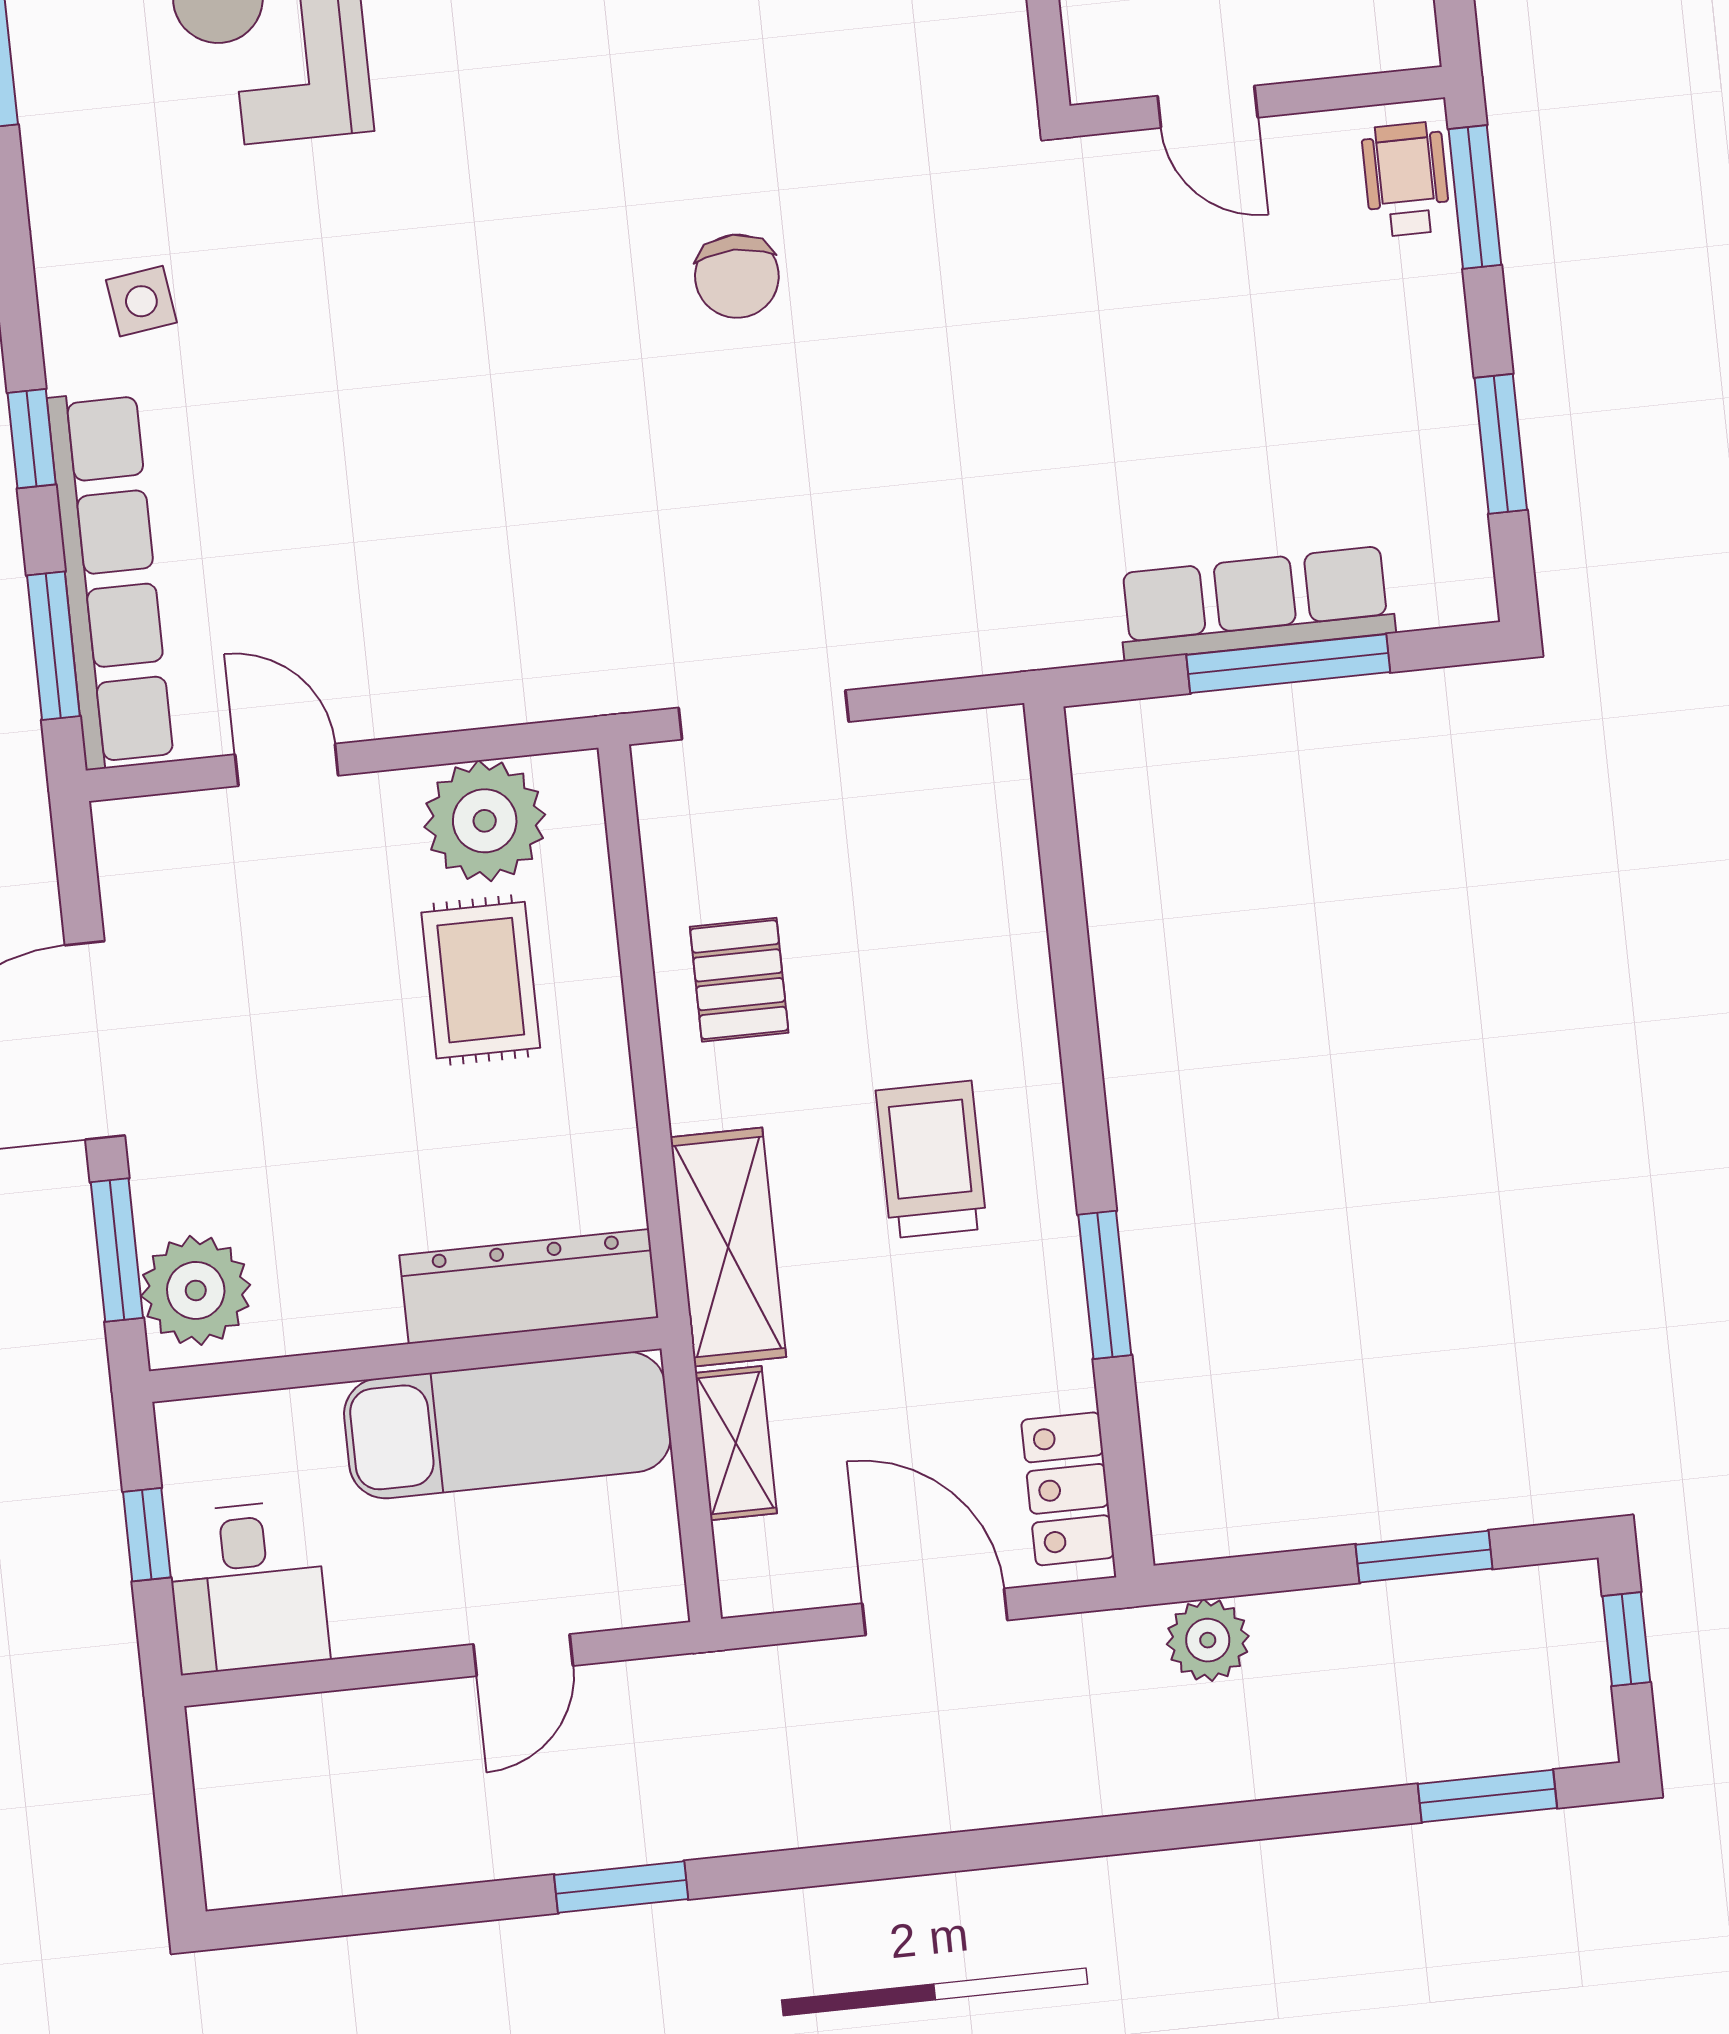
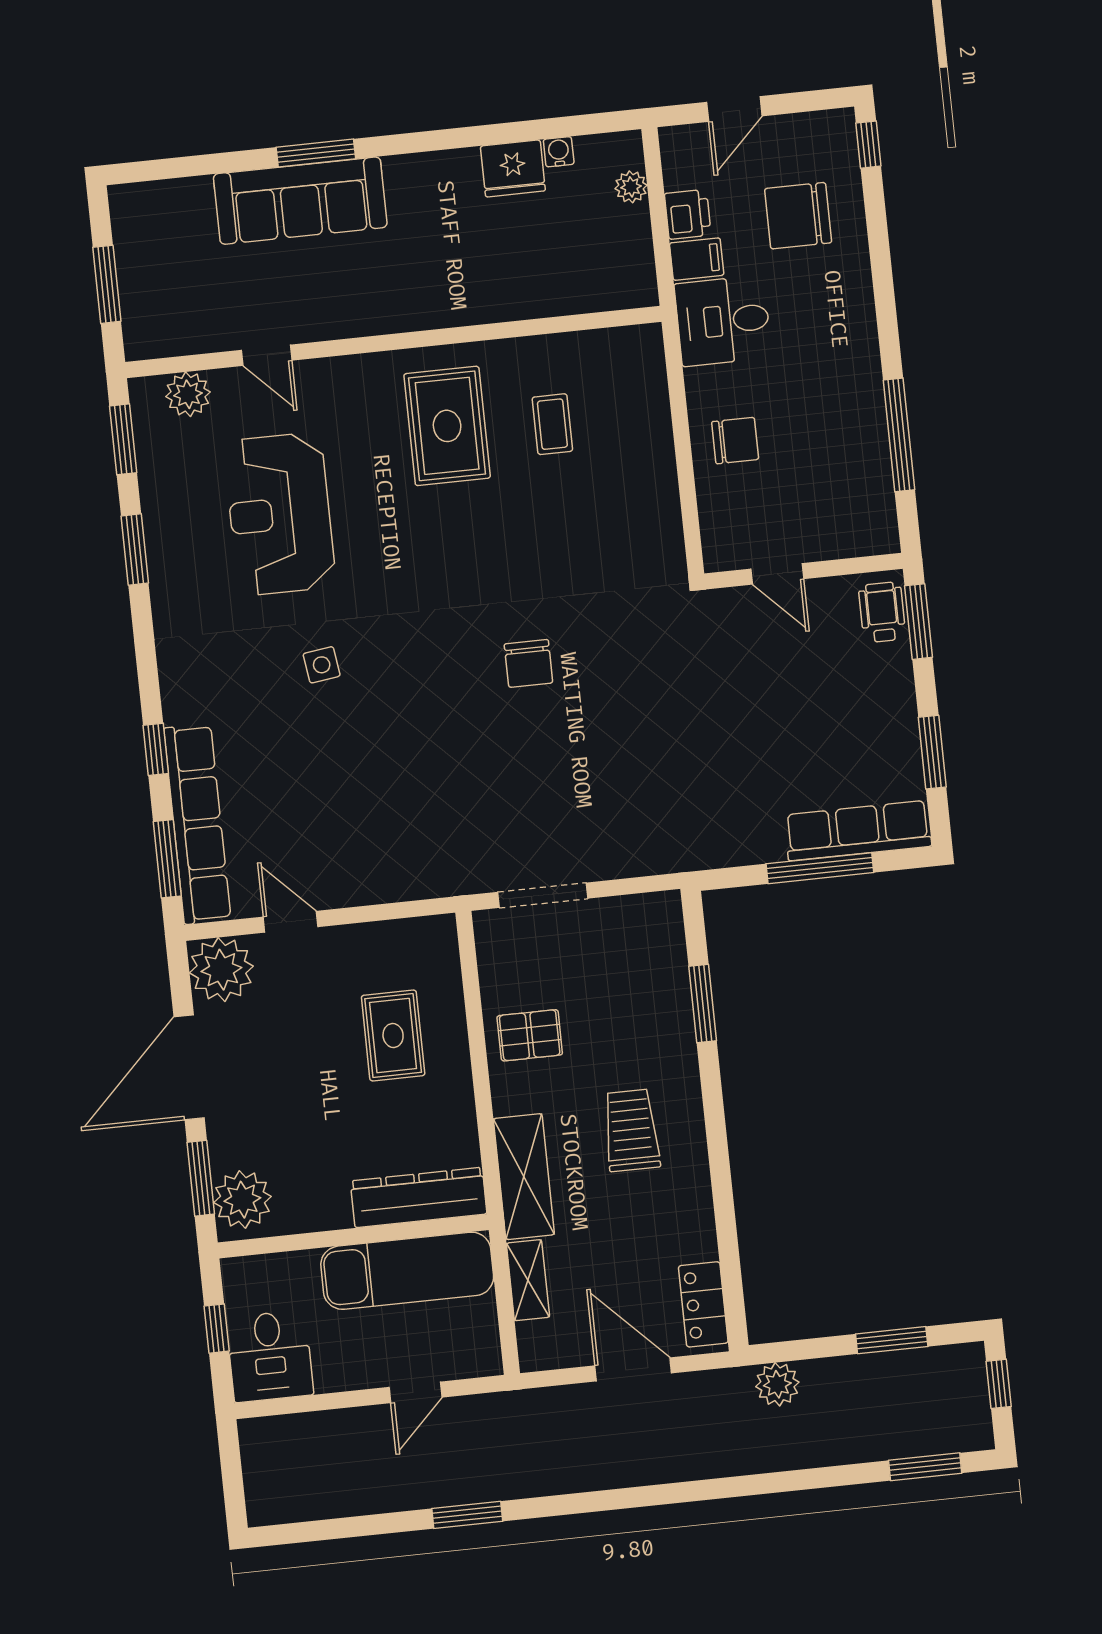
side table: (141, 301) -> (322, 665), moved
row of seats: (1256, 603) -> (858, 831), moved
plant: (485, 821) -> (221, 970), moved
pallet: (739, 980) -> (530, 1035), turned 90
window: (1105, 1285) -> (703, 1004), moved

